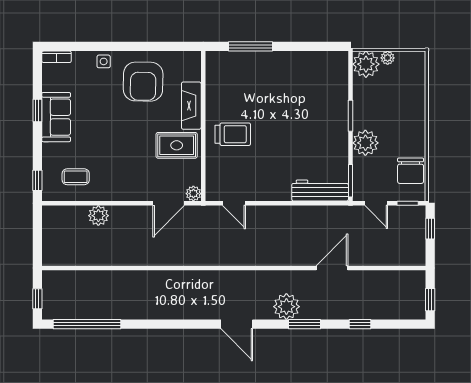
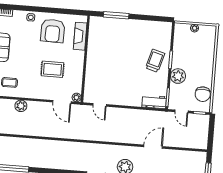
plant: (366, 64) -> (182, 31), removed
fireplace: (191, 106) -> (80, 36), moved
trolley: (233, 134) -> (155, 61), moved, turned -74
rug: (177, 145) -> (52, 69), moved
workbench: (320, 190) -> (154, 102), width x0.73
door: (169, 203) -> (62, 102), hinge flipped
window: (430, 229) -> (211, 128), removed

